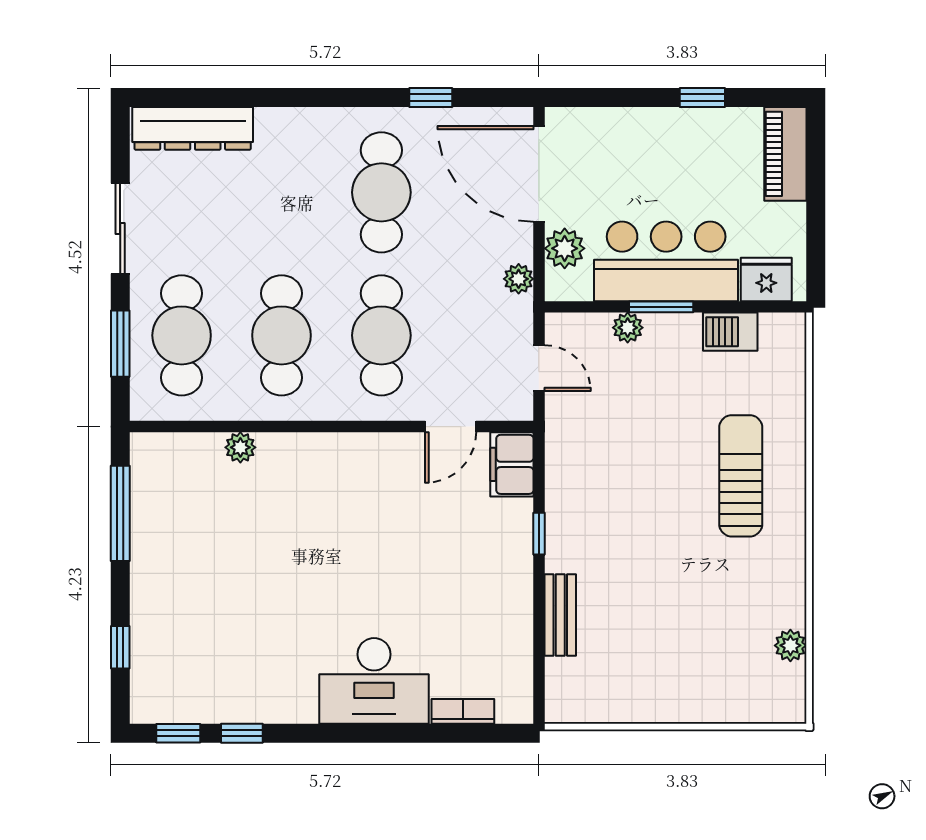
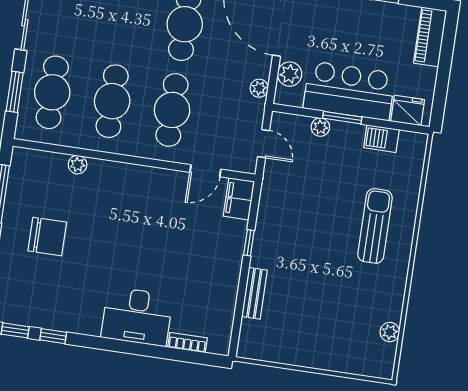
chair: (208, 572) -> (47, 237), added

